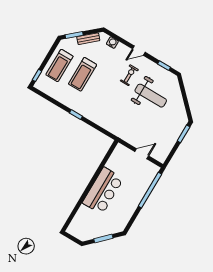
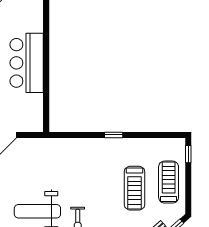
treadmill: (83, 74) -> (135, 188), turned 180

